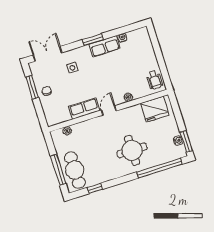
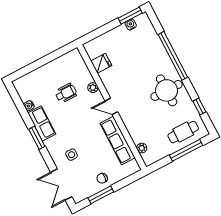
wheelchair: (155, 80) -> (66, 93), moved
row of seats: (84, 109) -> (118, 140), width x1.48
fridge: (155, 109) -> (101, 63), width x0.53, depth x0.75
round table: (132, 150) -> (167, 90), moved
window: (160, 168) -> (173, 56), moved
cafe table: (75, 170) -> (183, 132), width x0.73, depth x0.74

